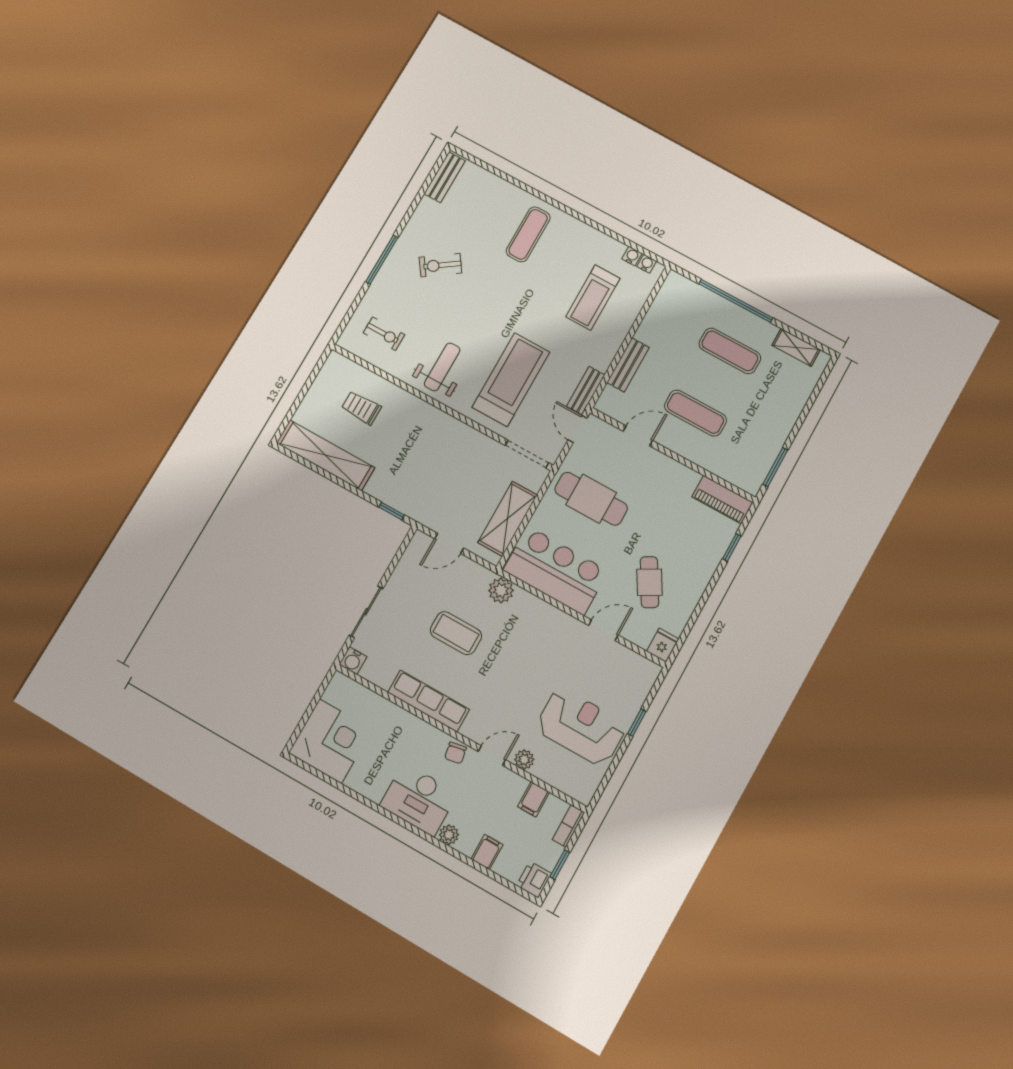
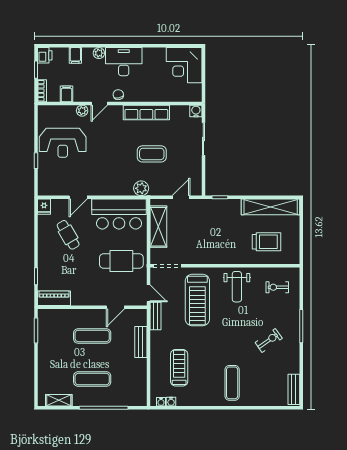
trolley: (361, 408) -> (266, 242), width x1.36, depth x1.39

